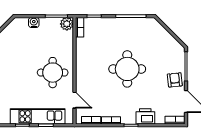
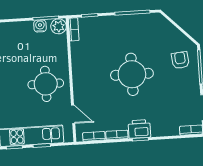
water cooler: (34, 22) -> (40, 26), moved
armchair: (175, 80) -> (180, 60), moved
printer: (145, 116) -> (139, 129), moved

